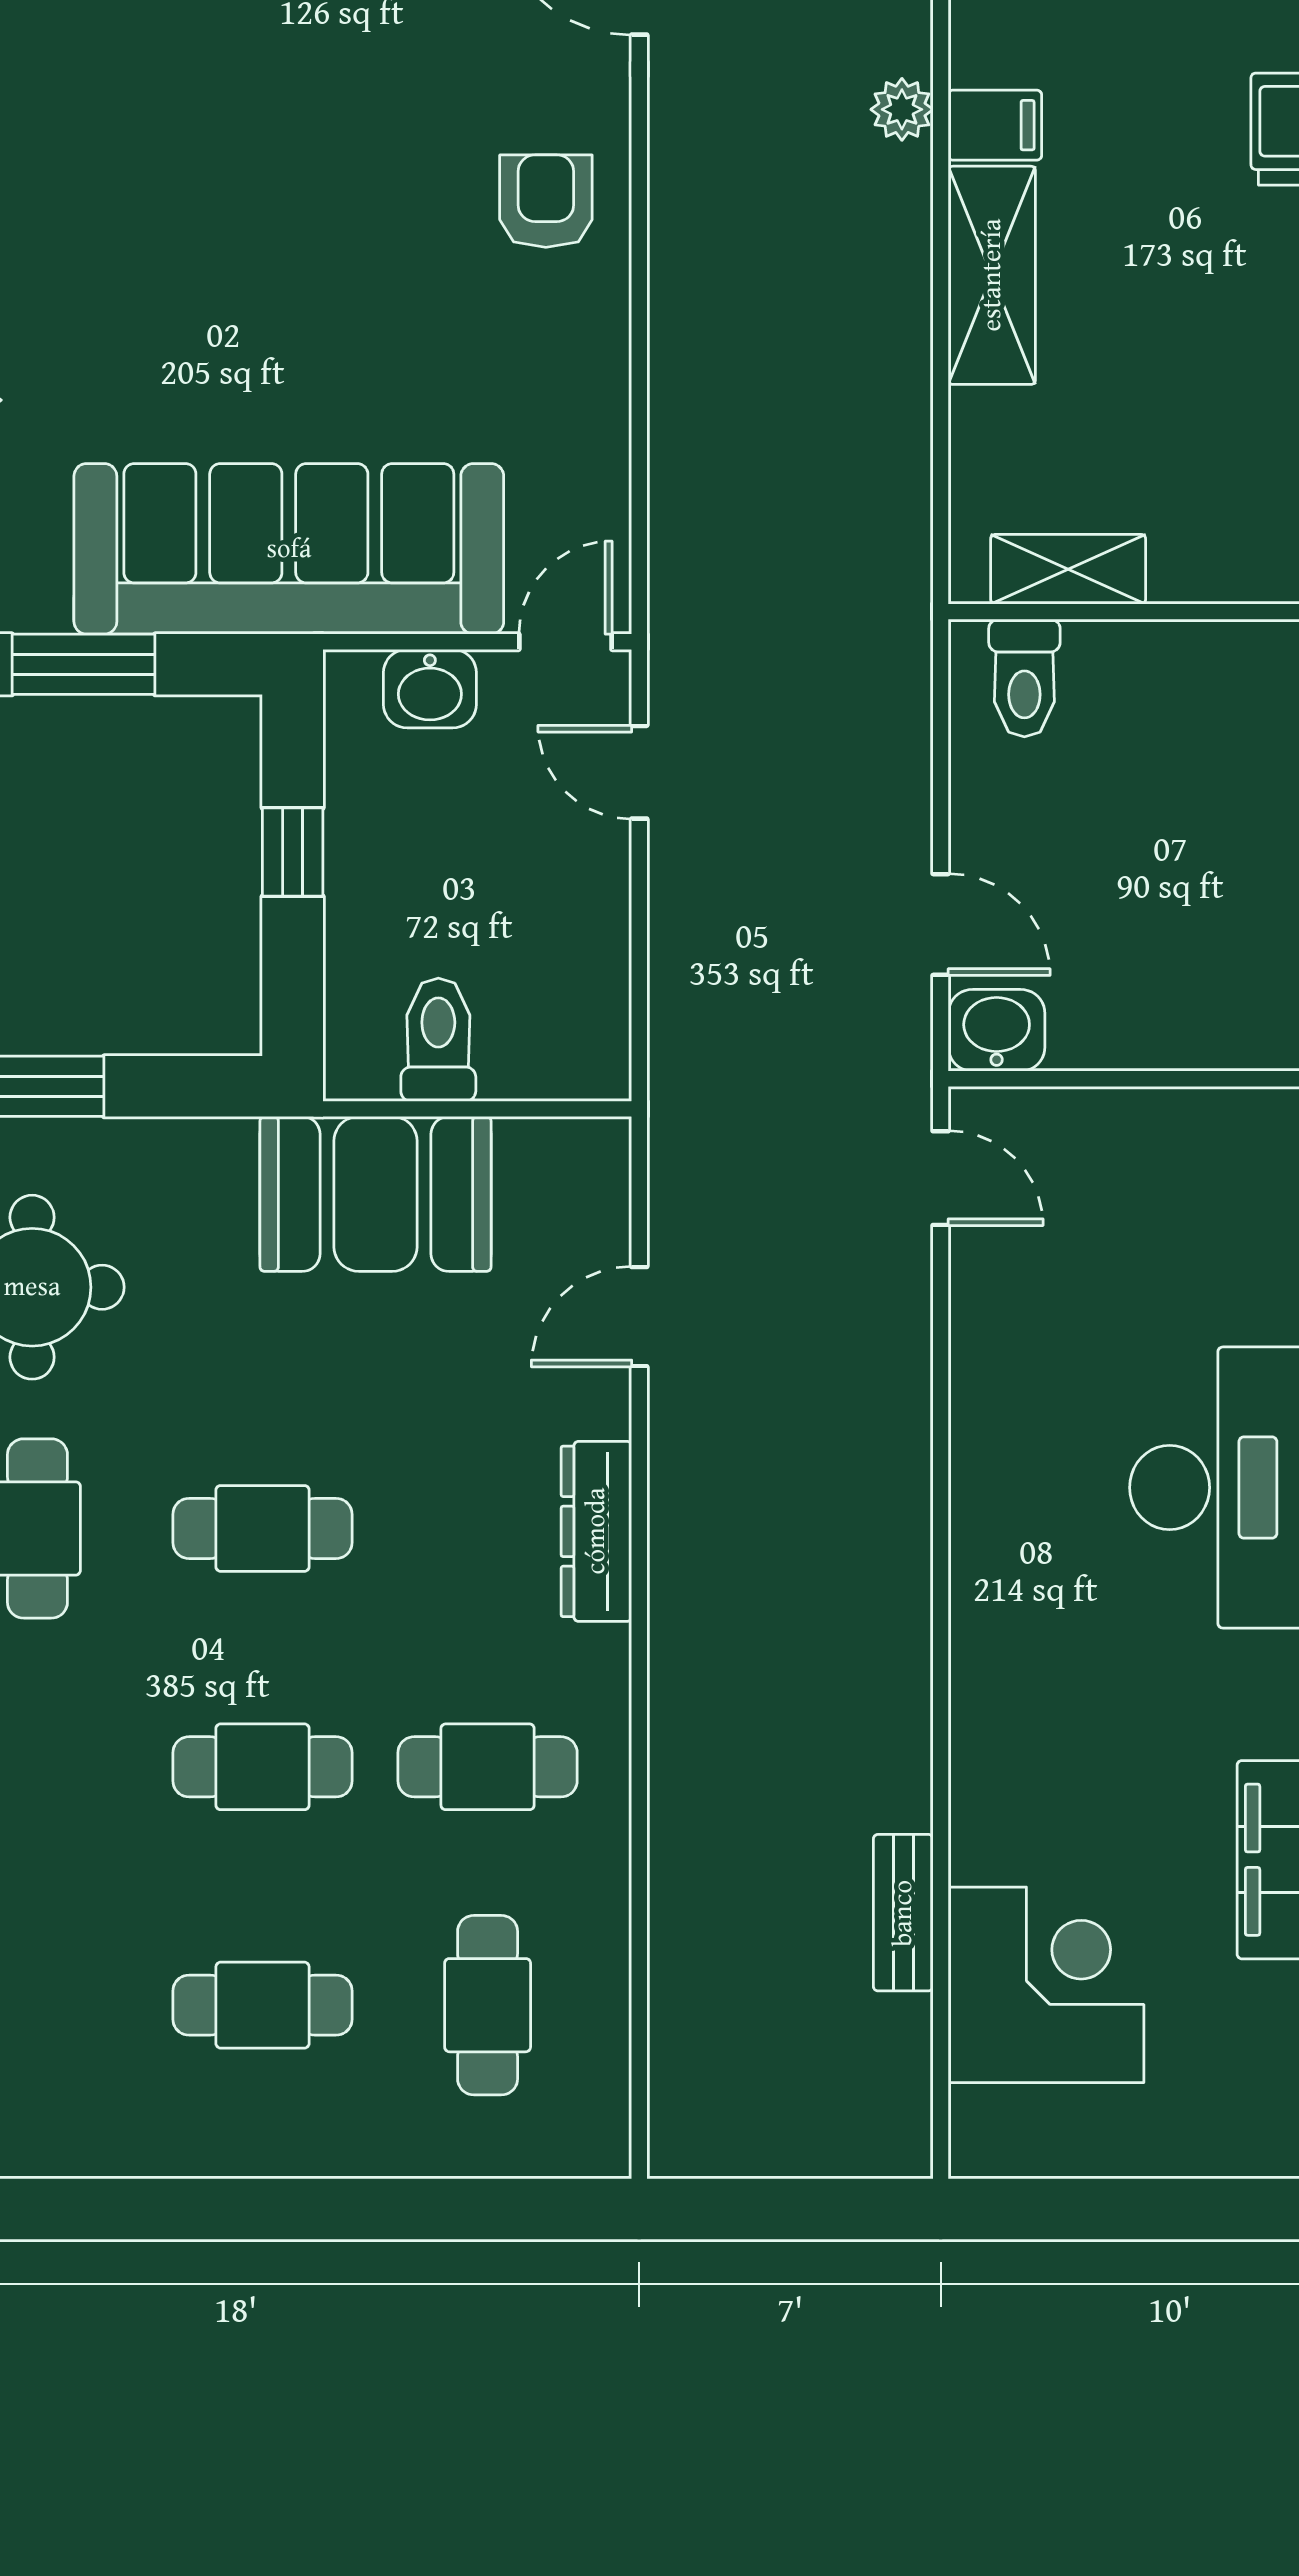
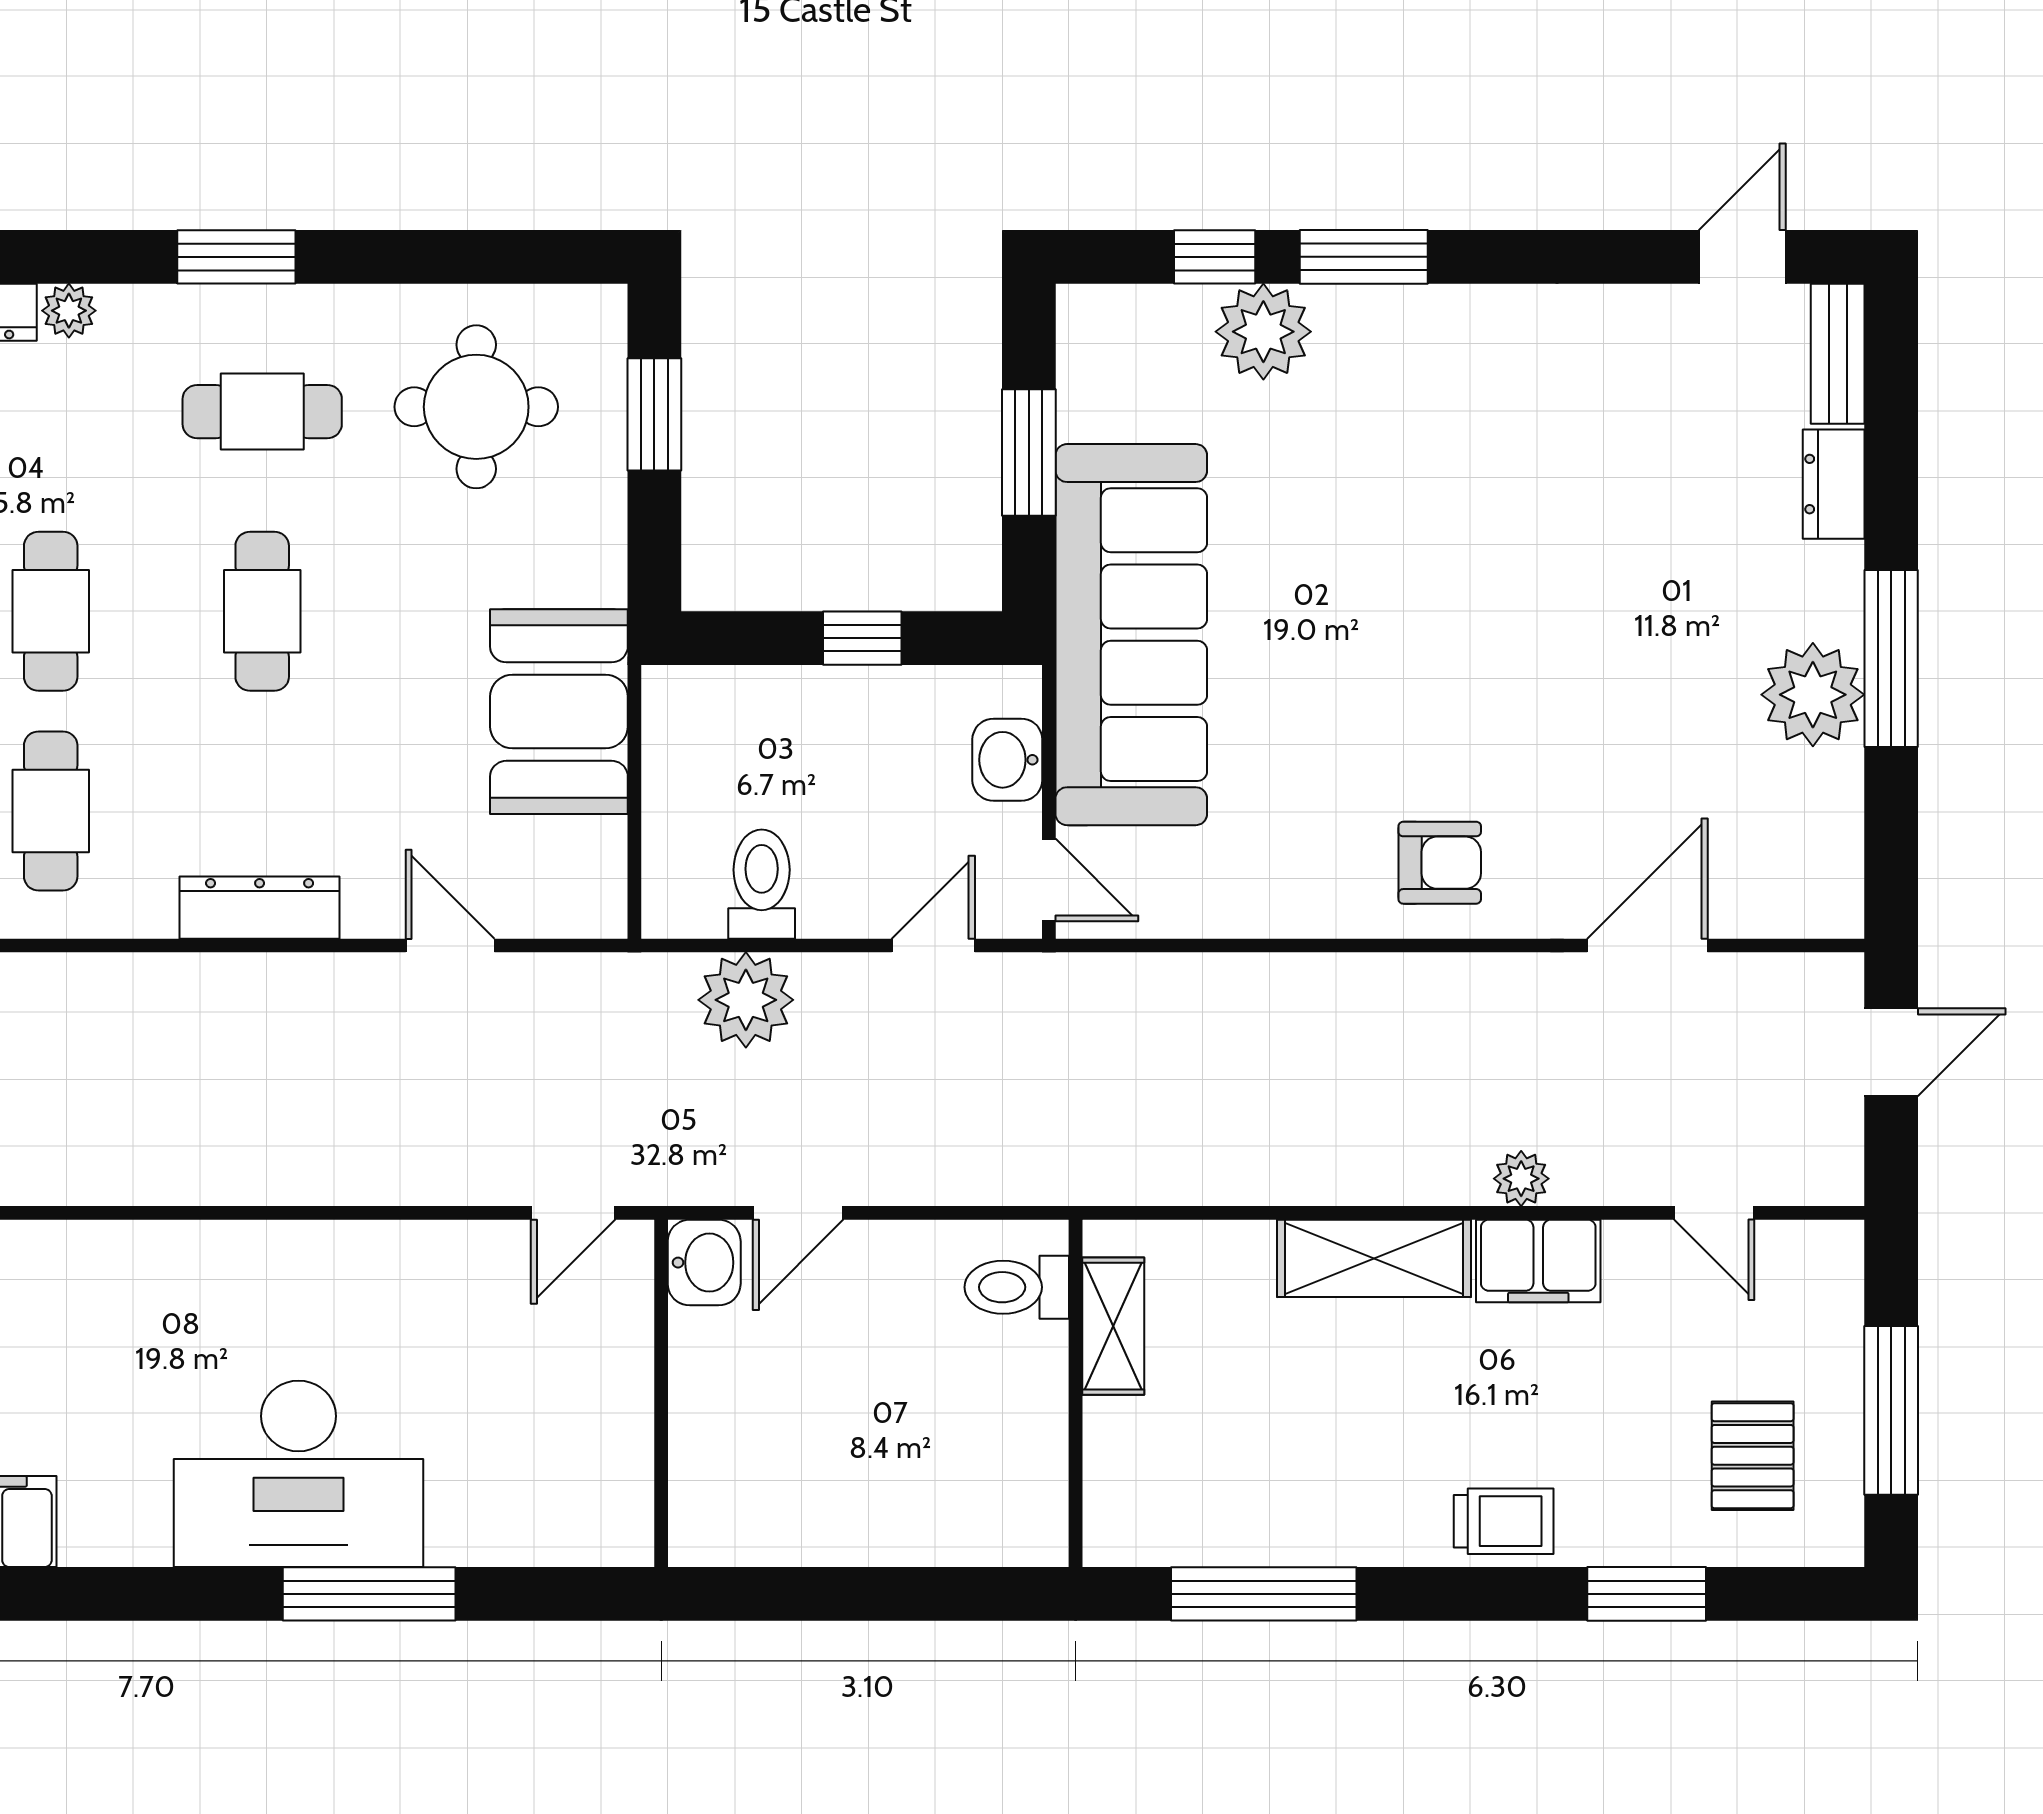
filing cabinet: (995, 125) -> (1538, 1261), width x2.00
plant: (701, 983) -> (746, 1000), added
toilet: (438, 1040) -> (762, 884), moved, turned -90

